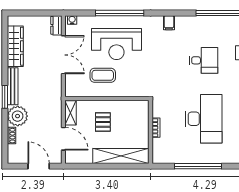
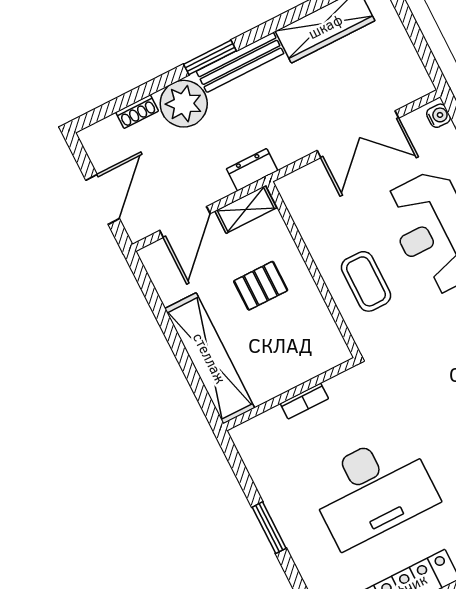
dresser: (56, 25) -> (252, 170), moved
coffee table: (103, 75) -> (366, 281), moved
window: (198, 166) -> (269, 528), width x0.47

